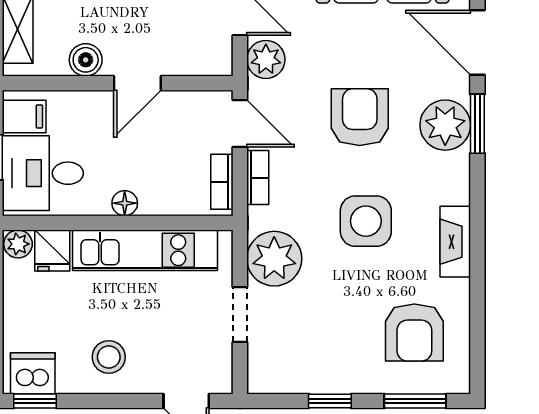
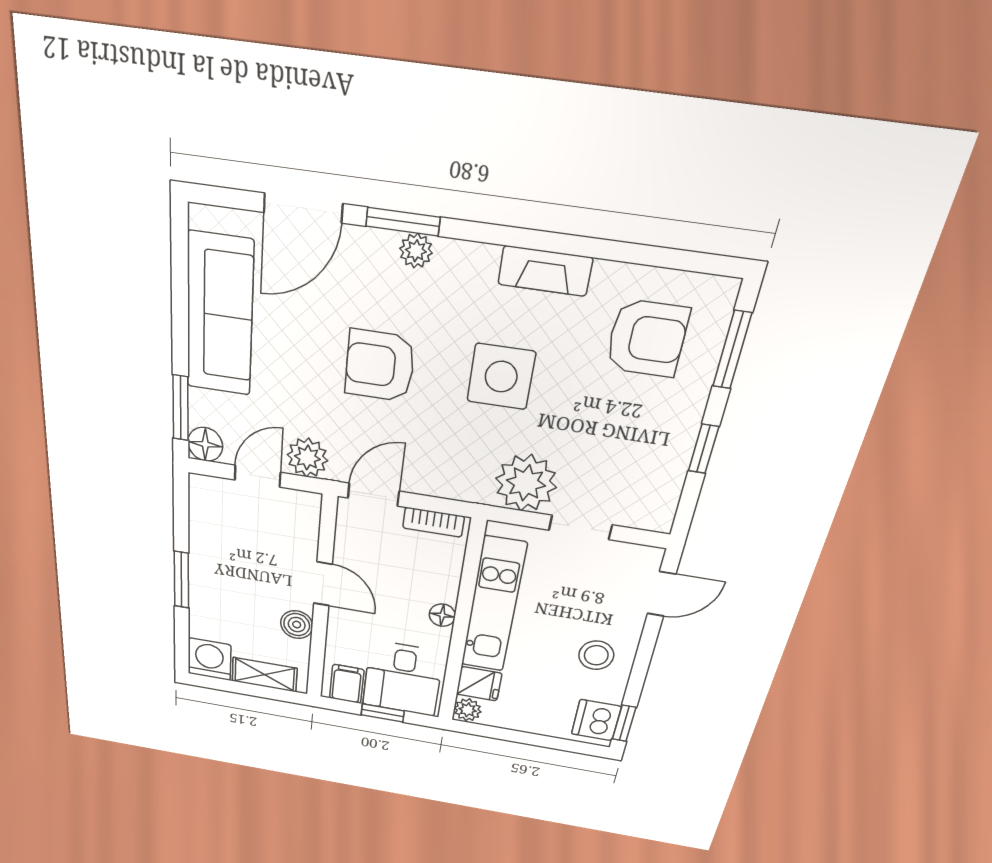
plant: (445, 125) -> (416, 251), width x0.53, depth x0.53
bookcase: (258, 178) -> (434, 486), removed

